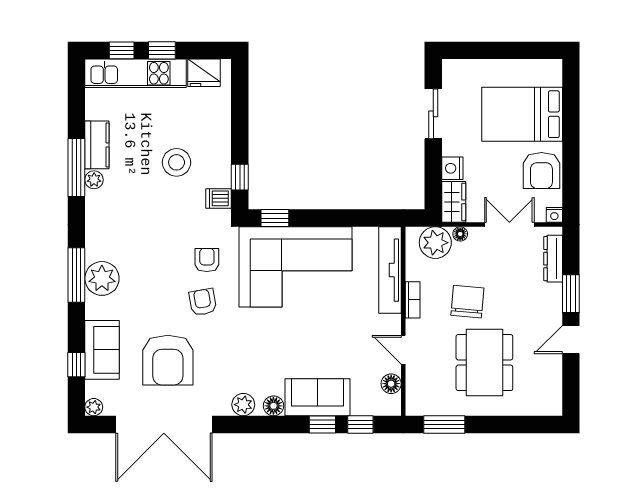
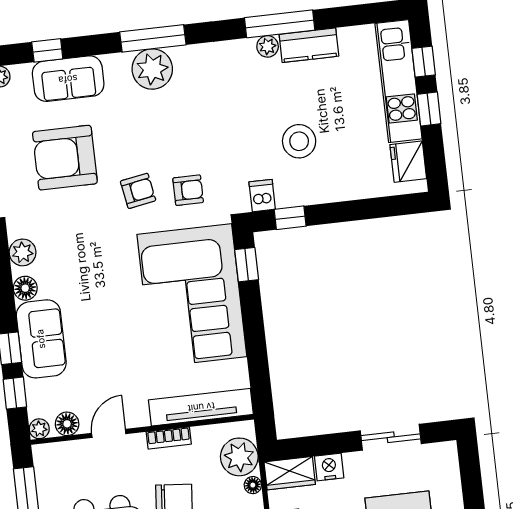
plant: (393, 408) -> (39, 429), added

